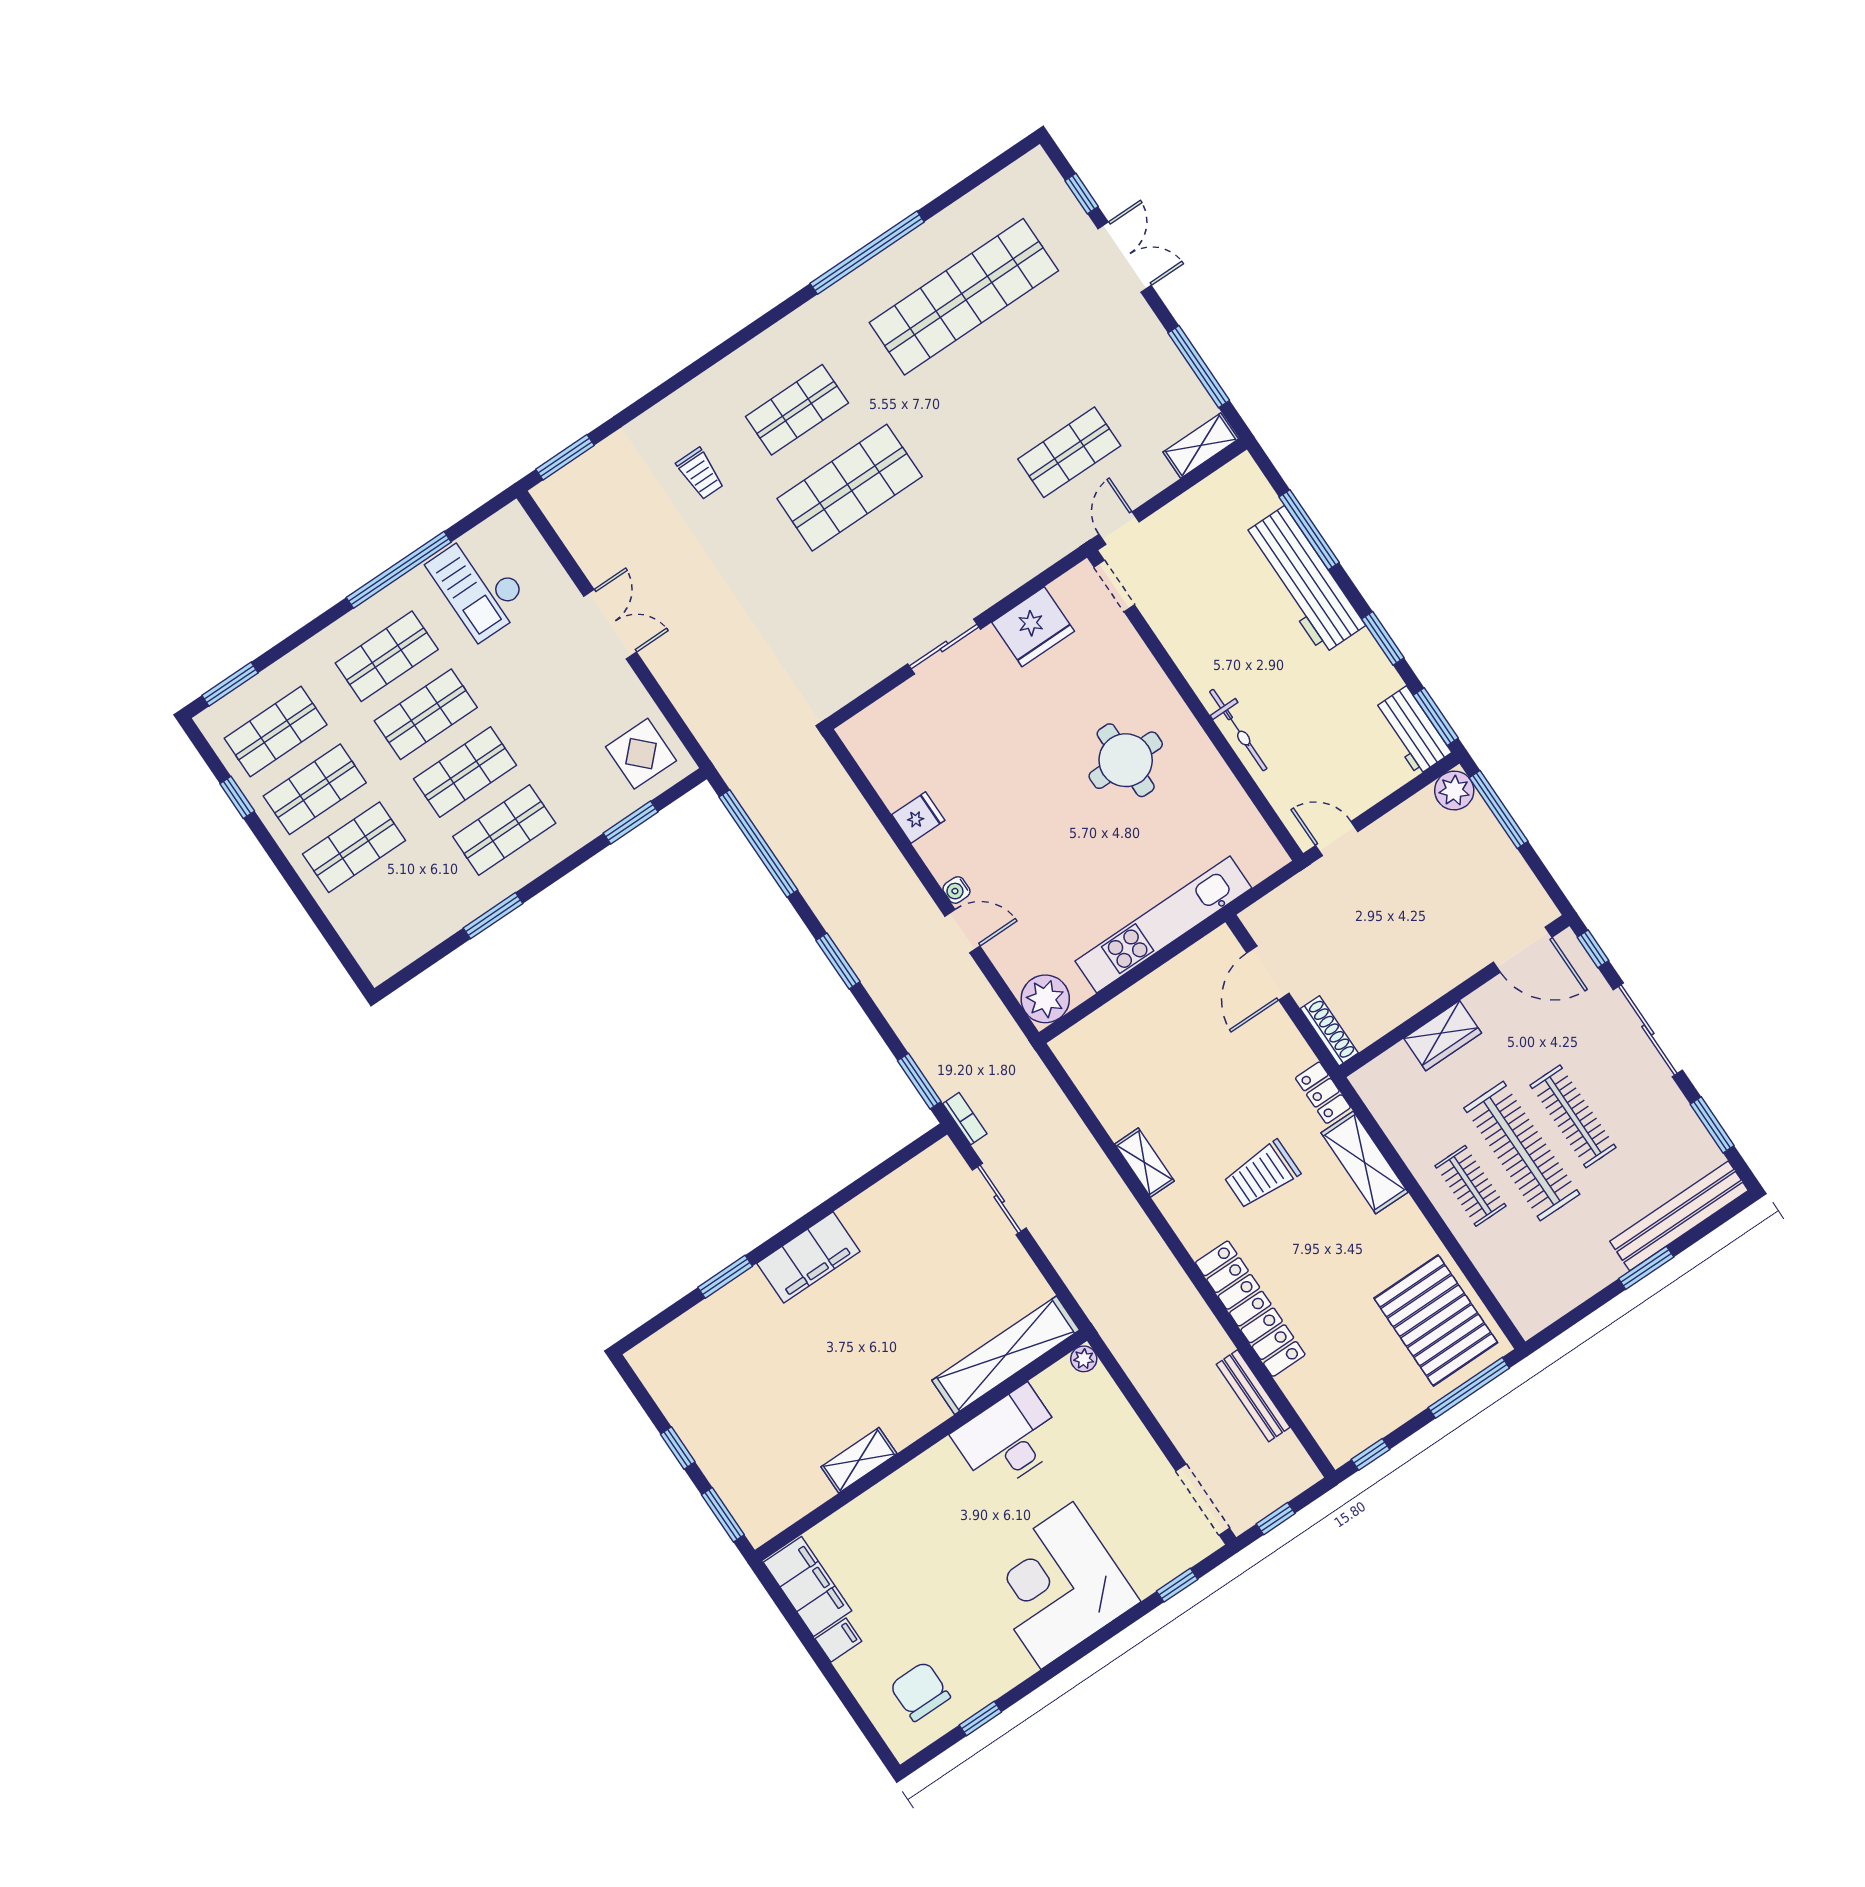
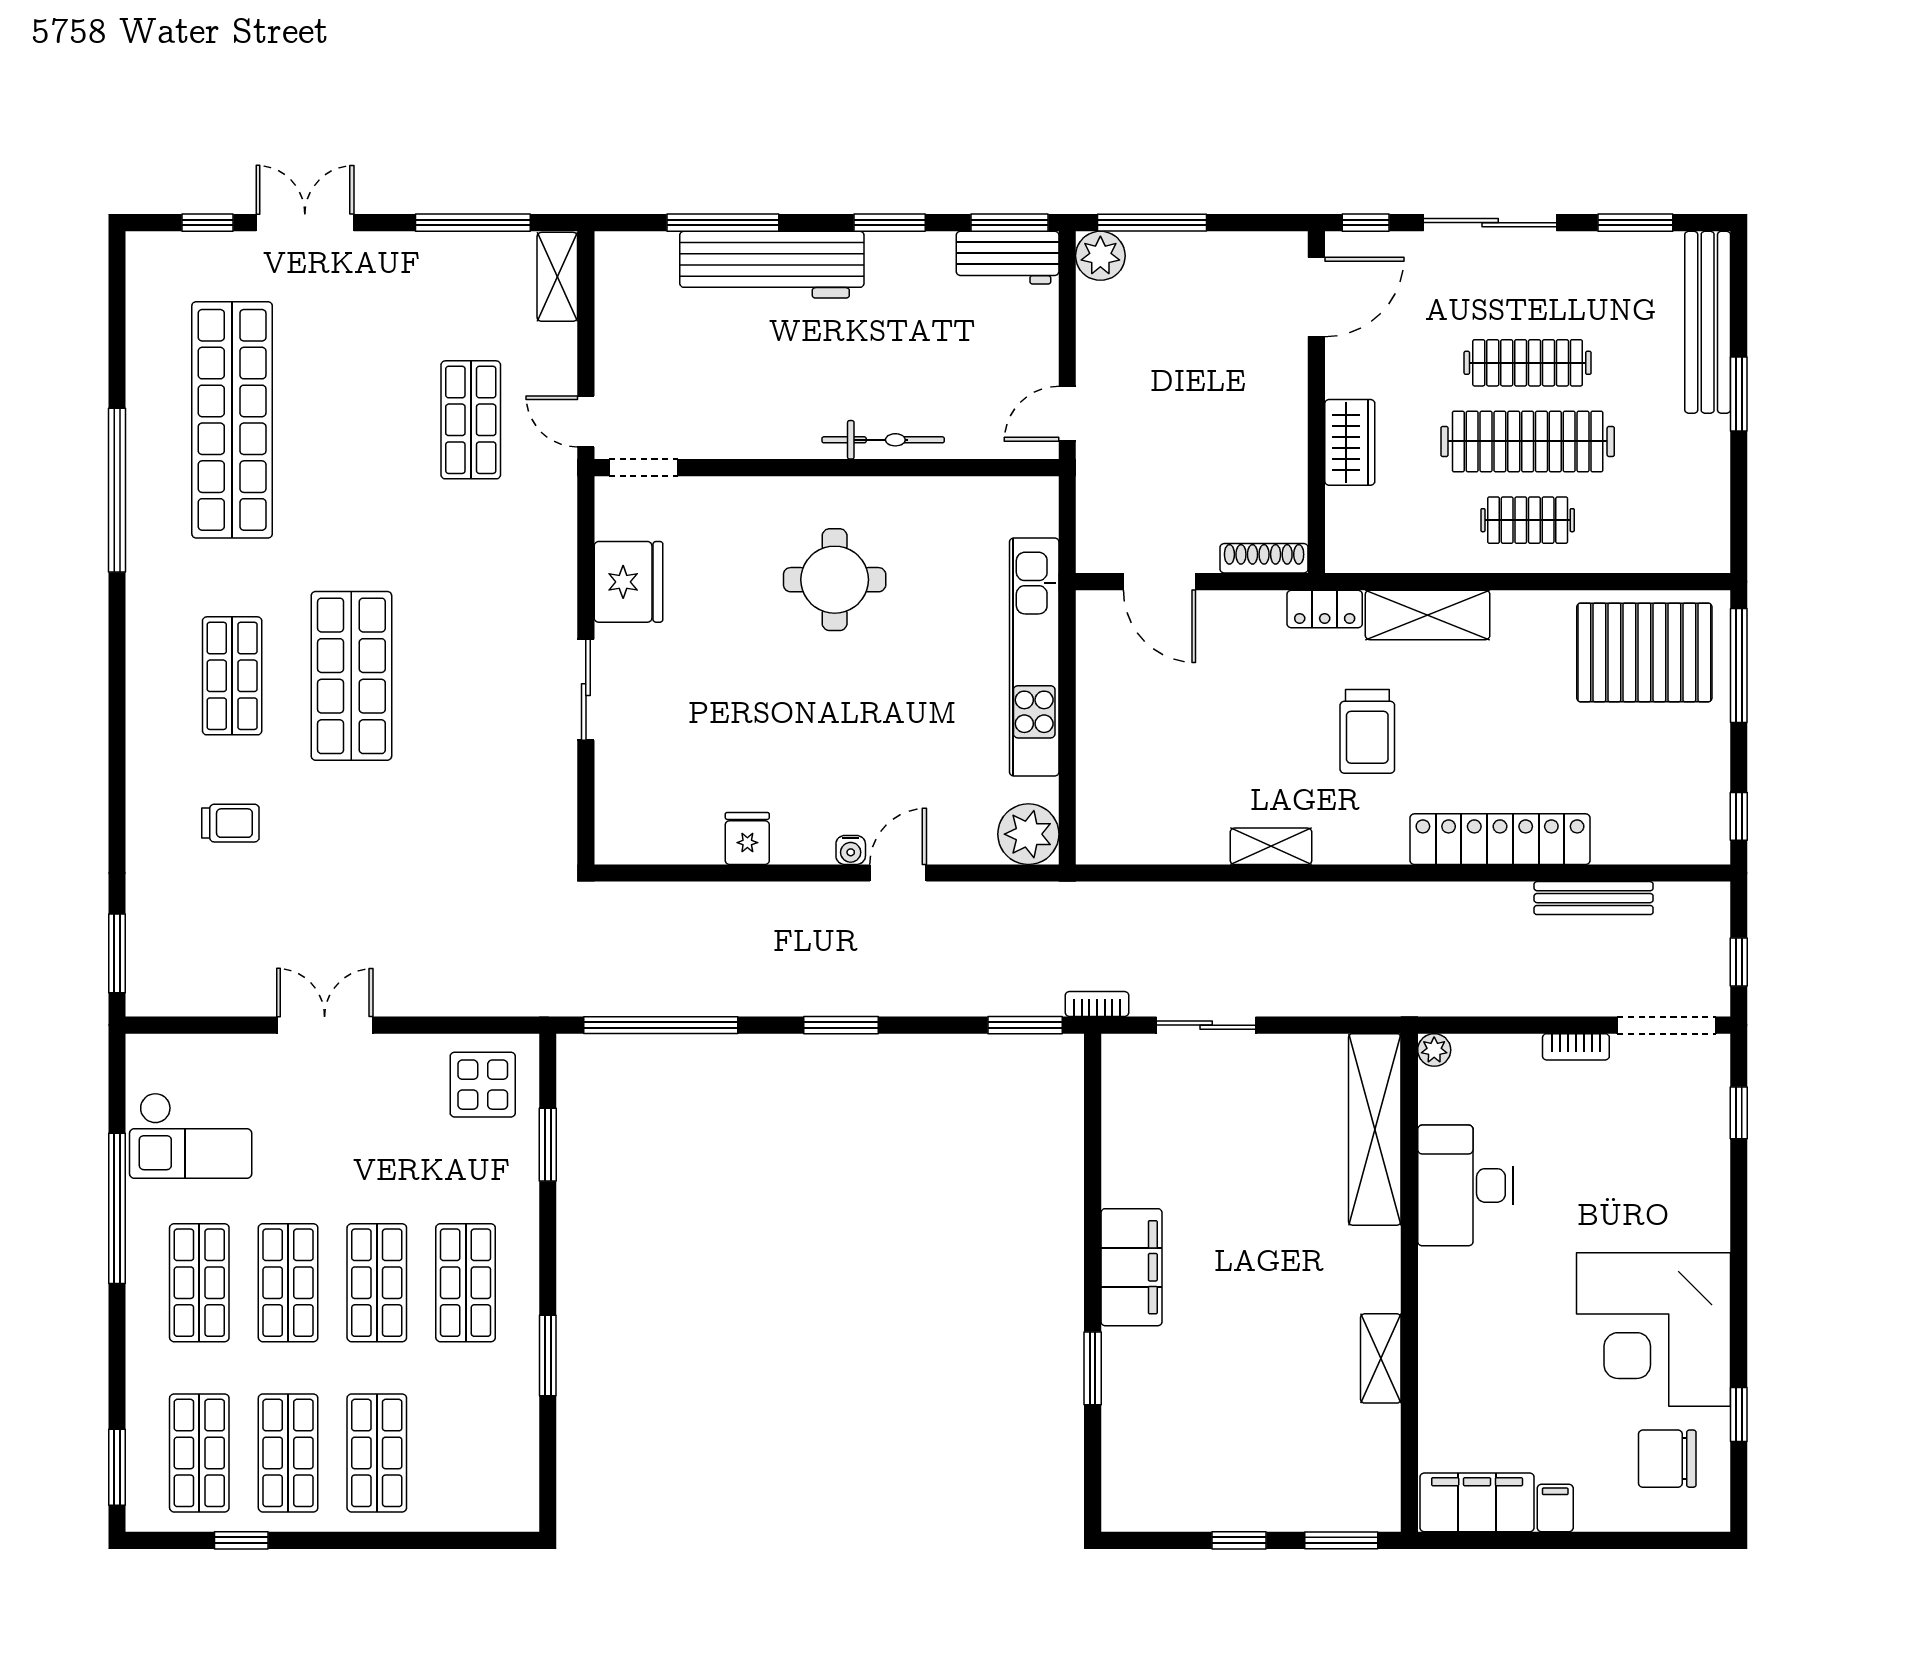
bookcase: (1148, 1450) -> (1576, 1047), added
corner desk: (1057, 1586) -> (1653, 1329), moved

